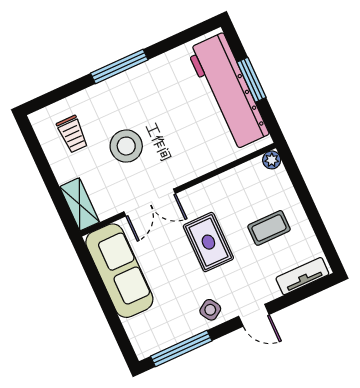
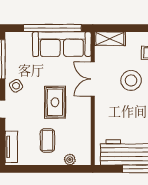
plant: (272, 160) -> (70, 160), moved
rug: (208, 242) -> (55, 102), turned 90
window: (102, 295) -> (52, 28), added

